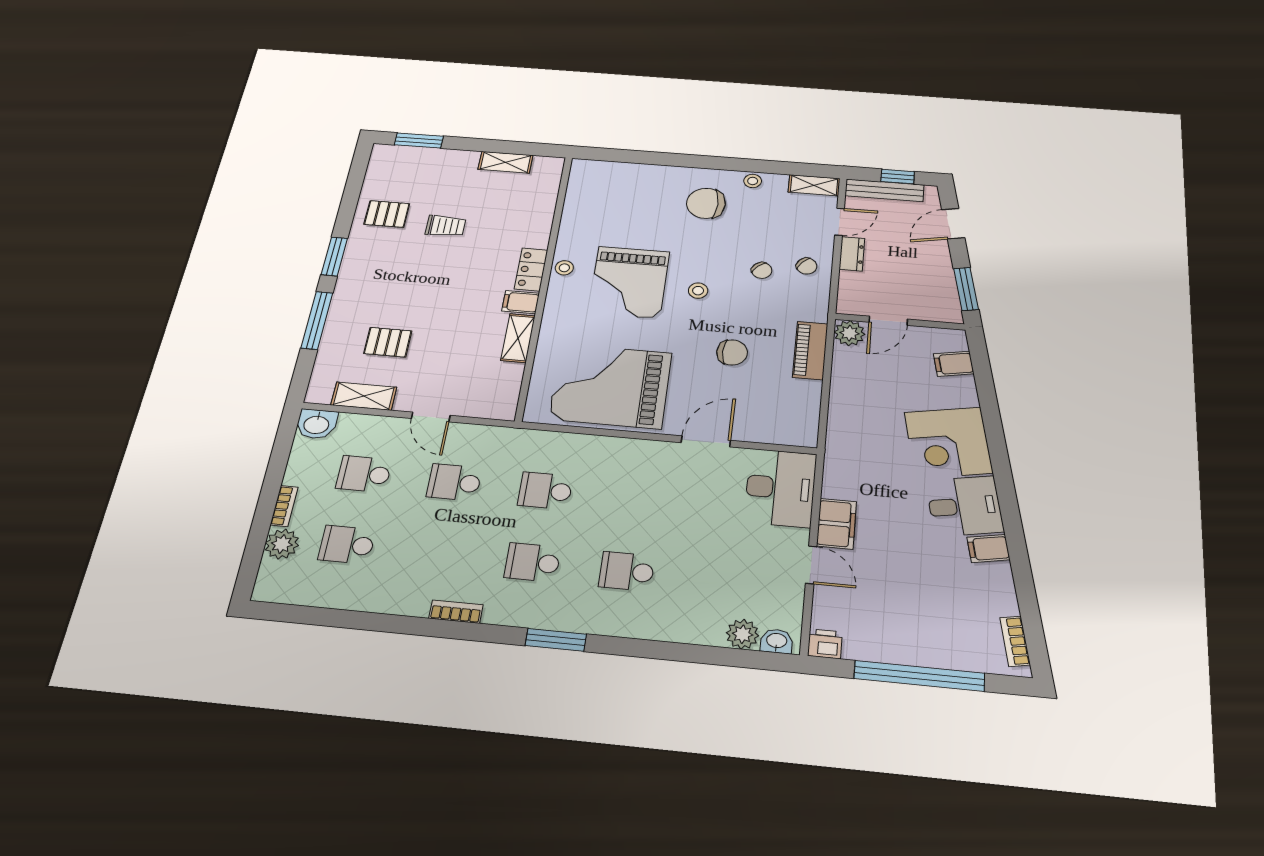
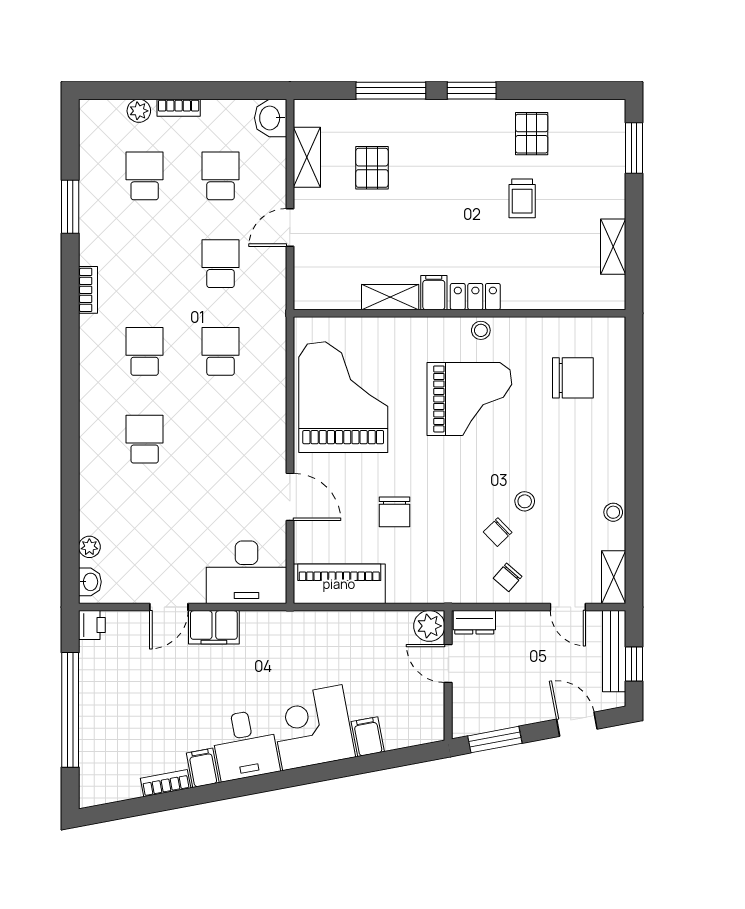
chair: (706, 203) -> (573, 378), moved, turned 90
dresser: (852, 254) -> (474, 622), moved
grand piano: (629, 282) -> (469, 399), turned 180
stool: (698, 291) -> (525, 501), moved
piano: (810, 350) -> (339, 584), moved, width x1.37, depth x1.33
filing cabinet: (954, 364) -> (368, 737), moved
plant: (282, 544) -> (139, 111), width x0.73, depth x0.73
plant: (743, 634) -> (89, 547), width x0.73, depth x0.73
window: (556, 640) -> (70, 207), moved
bookcase: (1015, 641) -> (166, 783), moved

